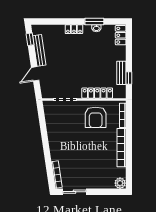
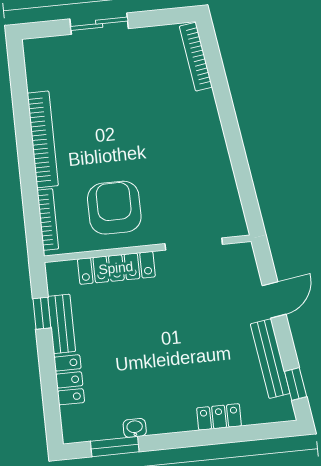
window: (94, 21) -> (115, 447), moved
locker: (74, 29) -> (219, 417), moved
locker: (121, 35) -> (69, 380), moved
plant: (120, 183) -> (37, 51), removed
sliding door: (75, 192) -> (99, 24), moved

